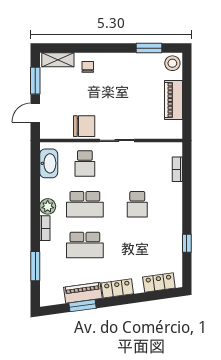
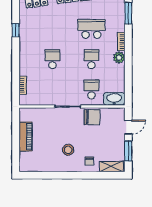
window: (149, 48) -> (44, 175), removed
stool: (172, 63) -> (68, 150), moved
chair: (84, 126) -> (92, 117), turned 180
washbasin: (49, 163) -> (114, 99), moved, turned 90
school desk: (85, 204) -> (91, 59), width x0.54

